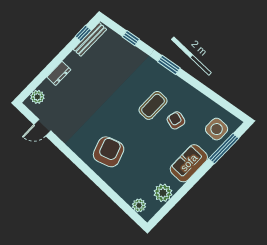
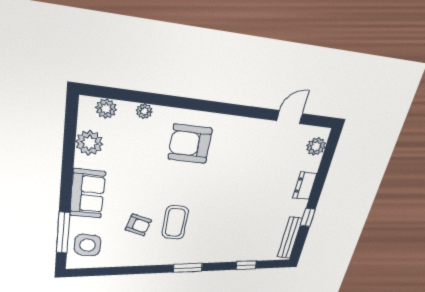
window: (83, 33) -> (308, 217), moved
armchair: (109, 152) -> (190, 144), turned 109
plant: (120, 189) -> (144, 111), added

